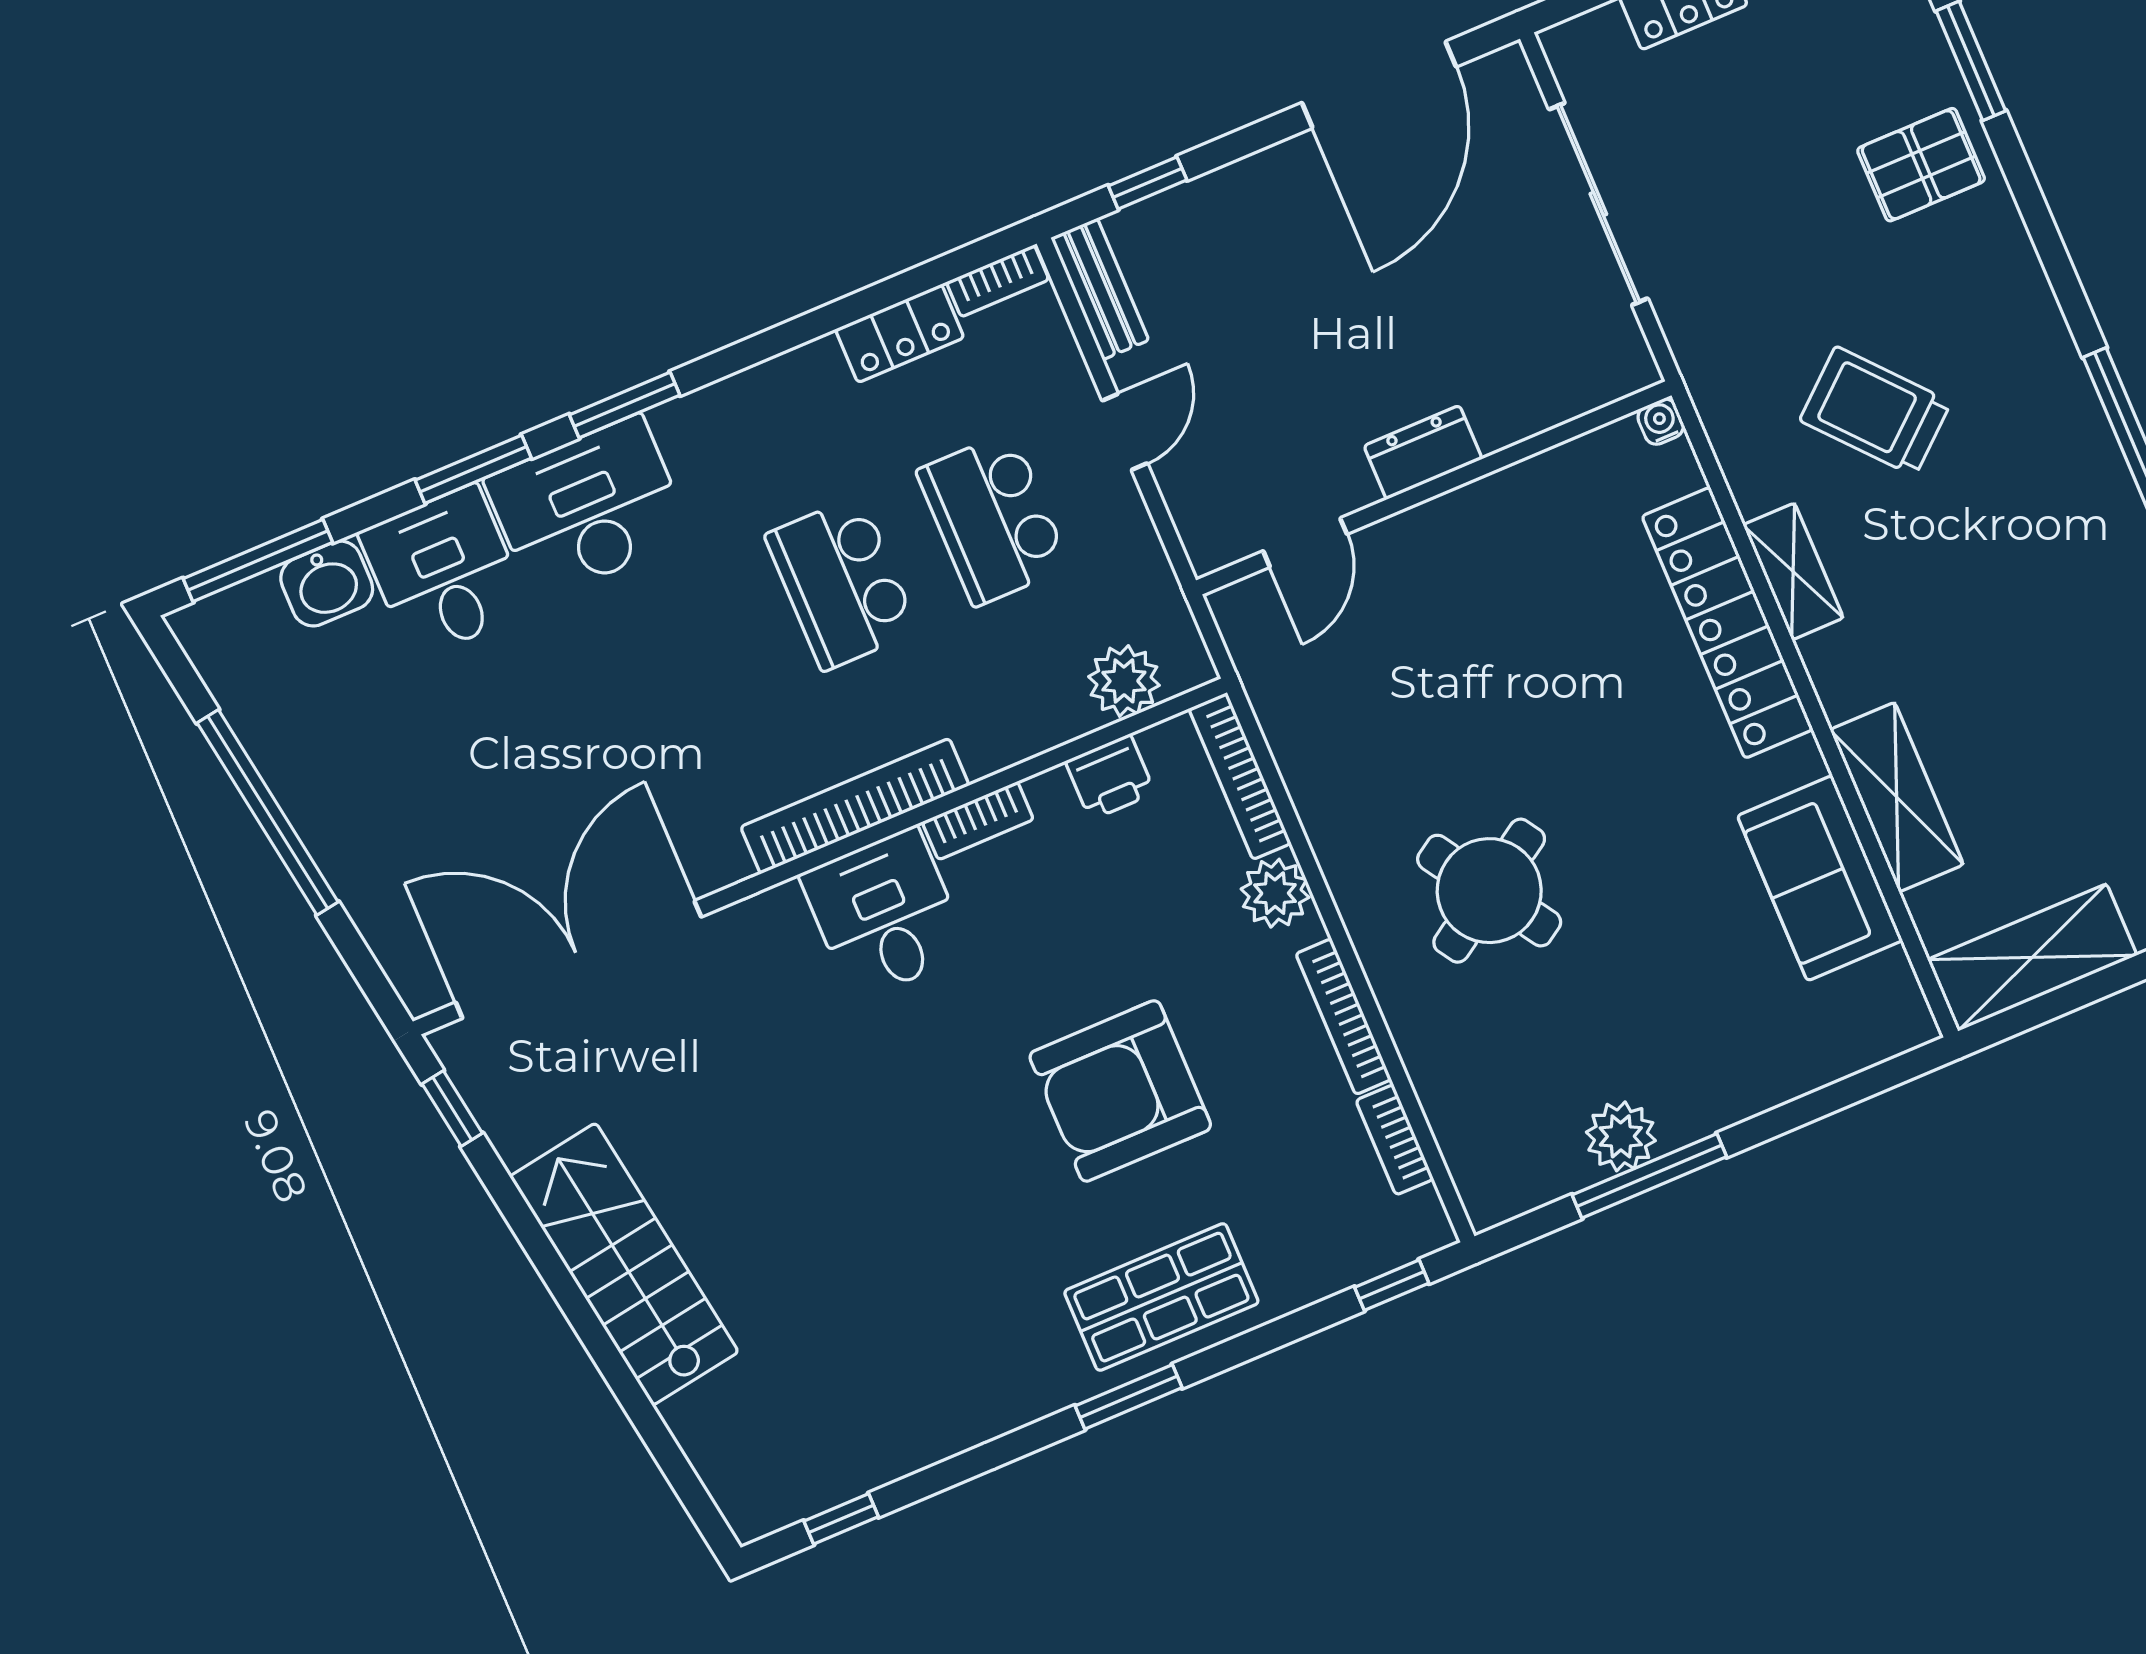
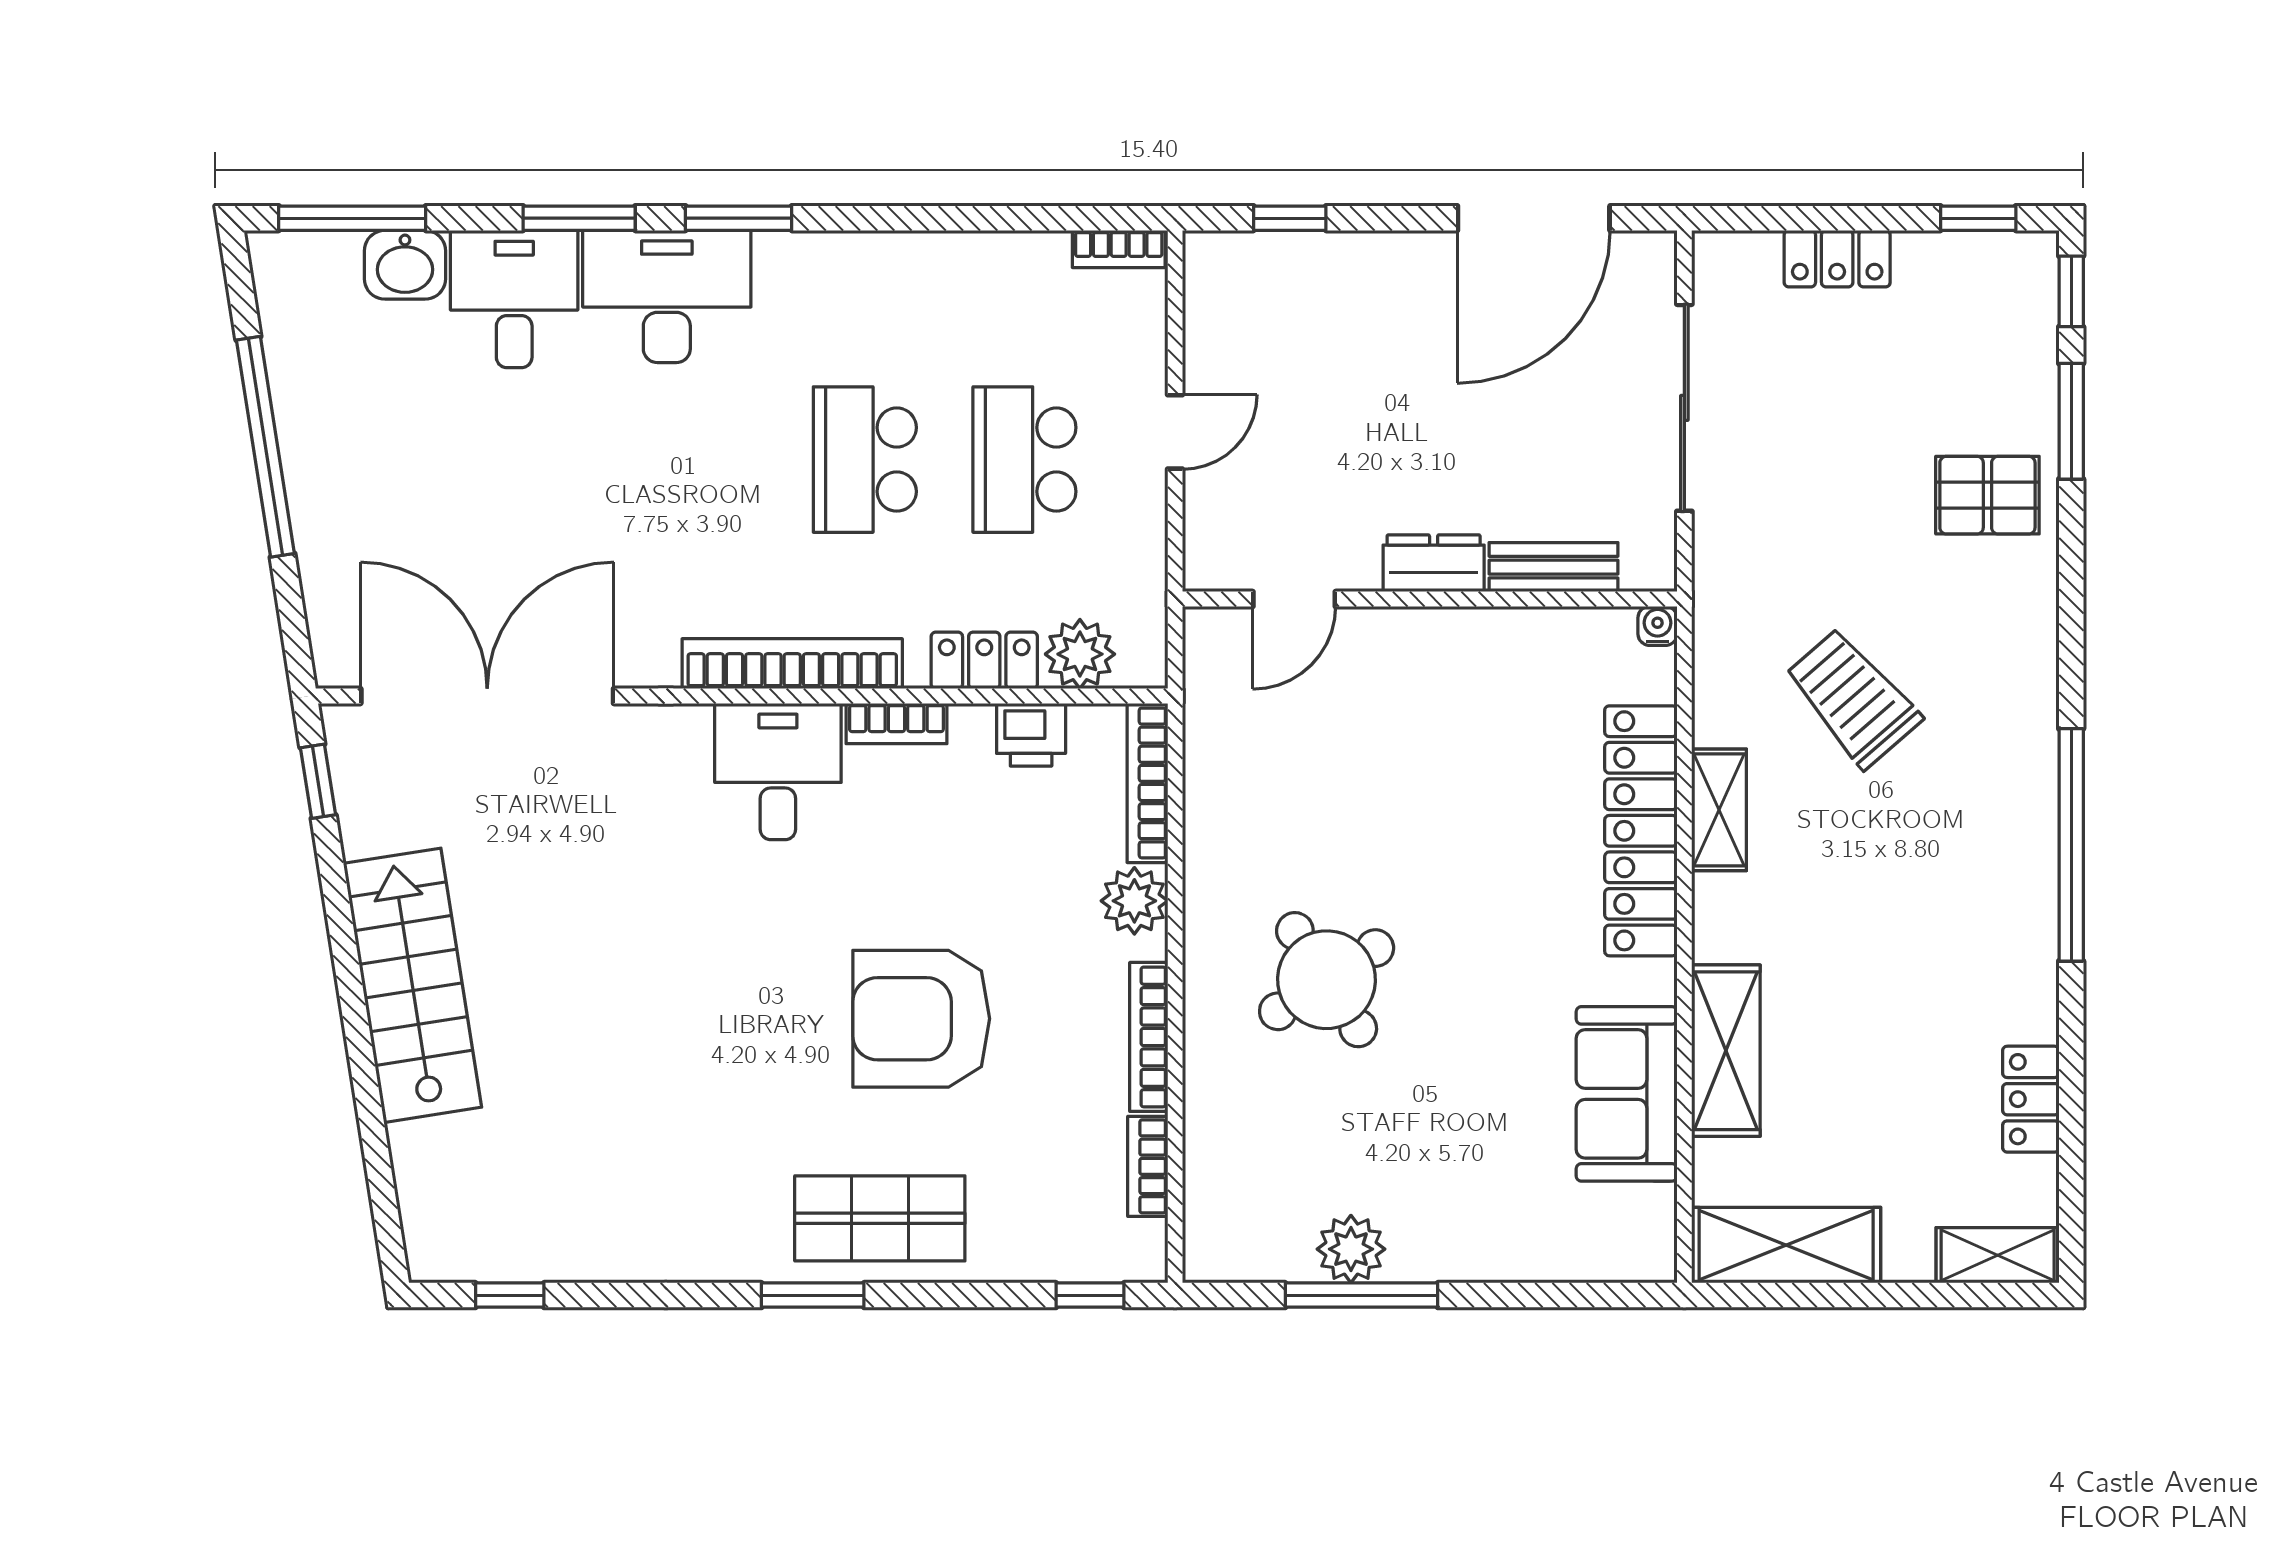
bench: (1100, 289) -> (1553, 567), moved, turned 90
locker: (900, 333) -> (984, 660), moved, turned 180

